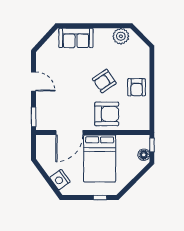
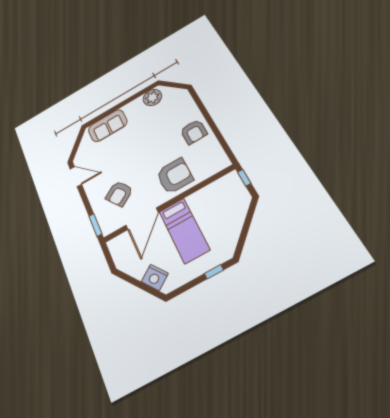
armchair: (104, 81) -> (119, 194), moved
door: (34, 82) -> (76, 177), moved
floor lamp: (144, 155) -> (241, 194), removed
bed: (100, 158) -> (184, 230), width x0.67

